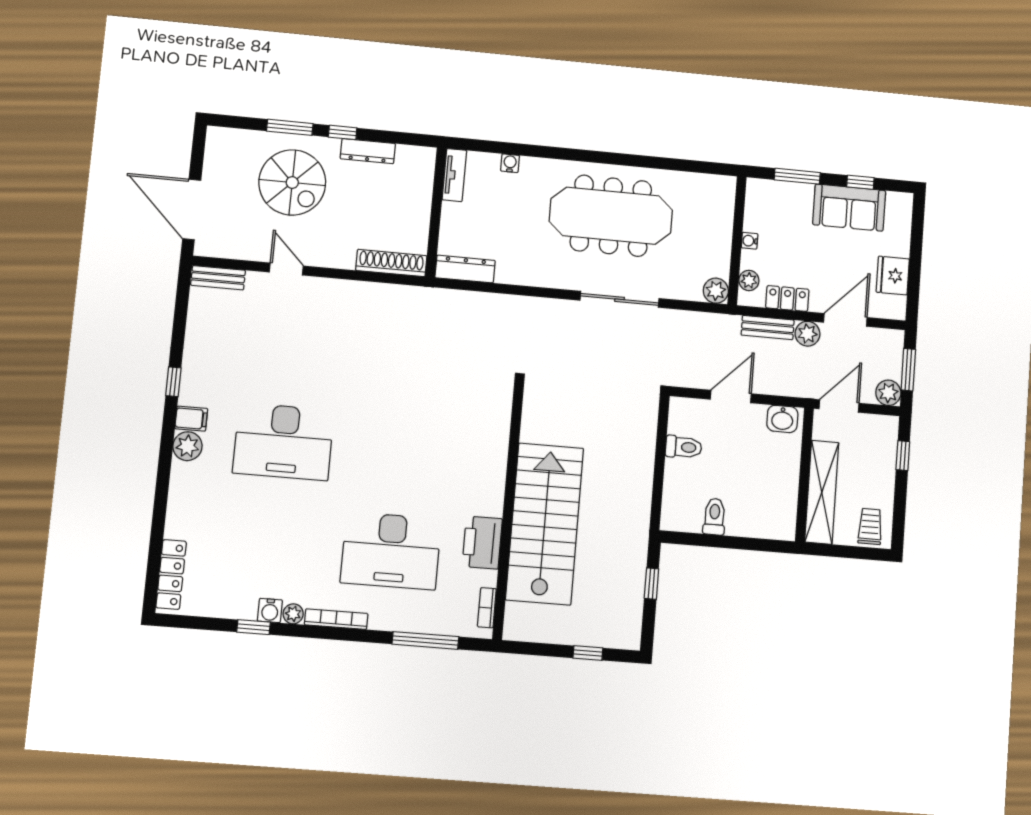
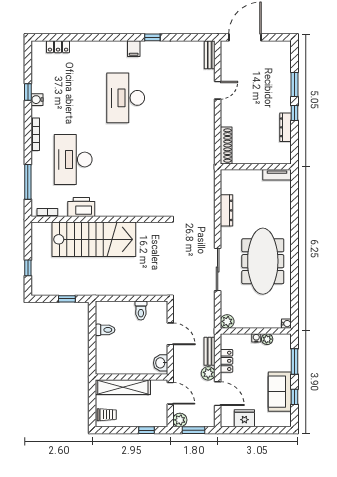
water cooler: (510, 163) -> (286, 324), moved
spiral stairs: (292, 183) -> (265, 89), removed
dresser: (465, 269) -> (226, 210), moved
plant: (749, 280) -> (267, 339), moved
plant: (187, 446) -> (119, 48), removed
locker: (171, 574) -> (58, 47), width x0.66
plant: (293, 614) -> (36, 112), removed

